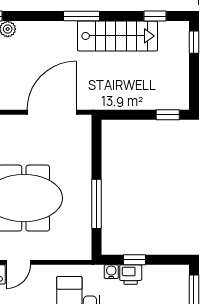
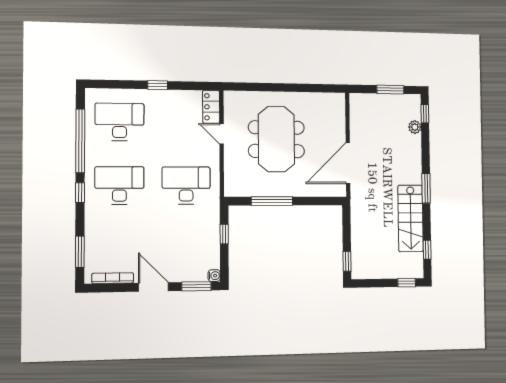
door: (52, 112) -> (348, 163), swing flipped
water cooler: (111, 272) -> (214, 276), moved
printer: (131, 275) -> (211, 231), removed

